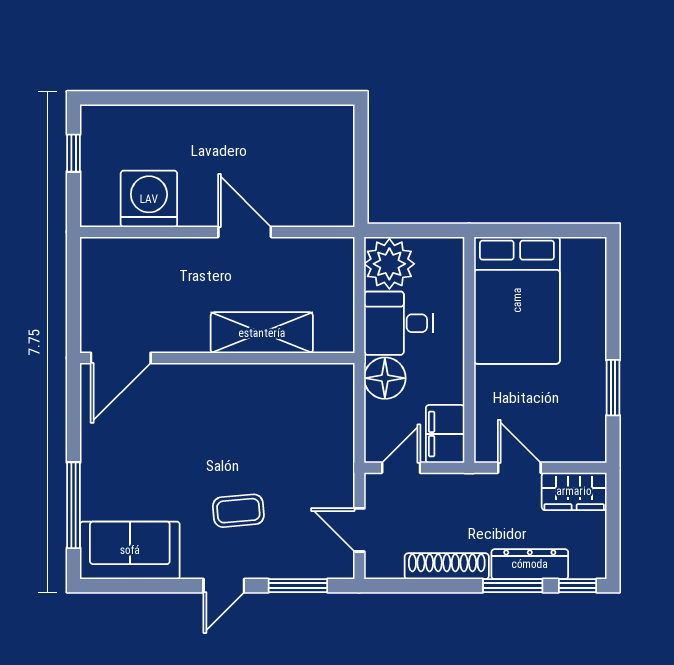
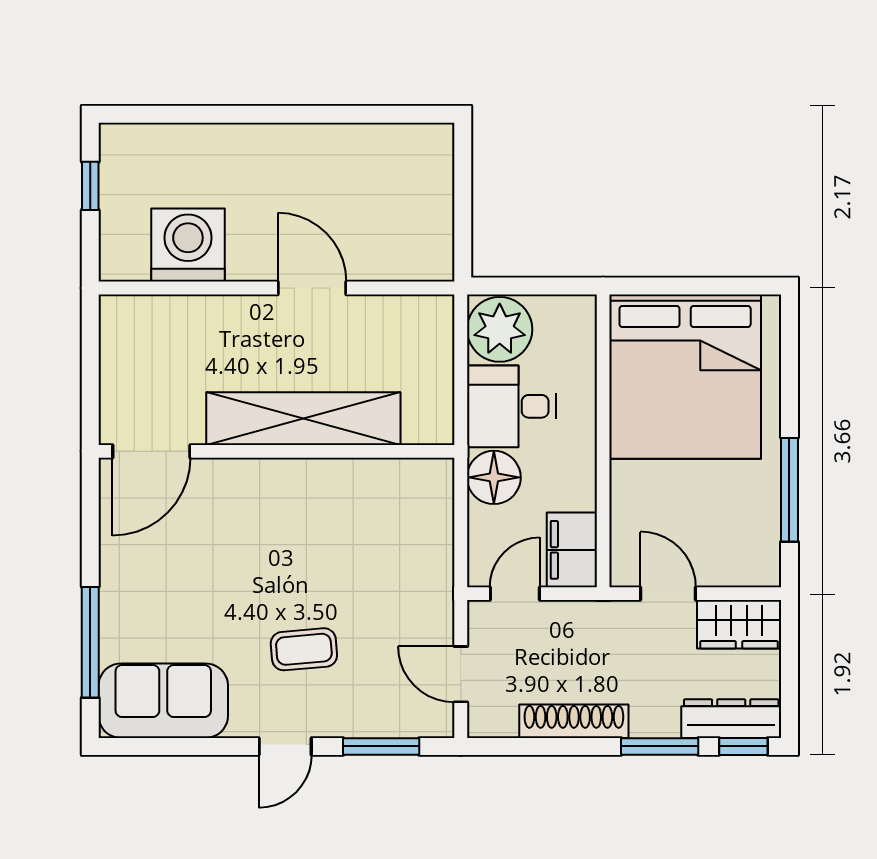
bed: (517, 300) -> (685, 377), width x1.36
shelving: (262, 333) -> (303, 419), width x1.47
window: (613, 388) -> (789, 490), width x1.44
dresser: (530, 564) -> (731, 719), moved

